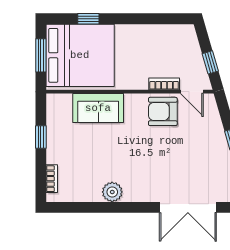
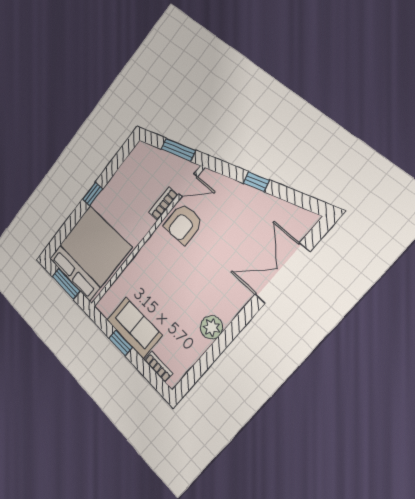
window: (88, 19) -> (93, 194), moved
window: (210, 62) -> (178, 150), width x1.50
sofa: (98, 108) -> (134, 328), moved, turned -90
double door: (188, 207) -> (282, 273), swing flipped

